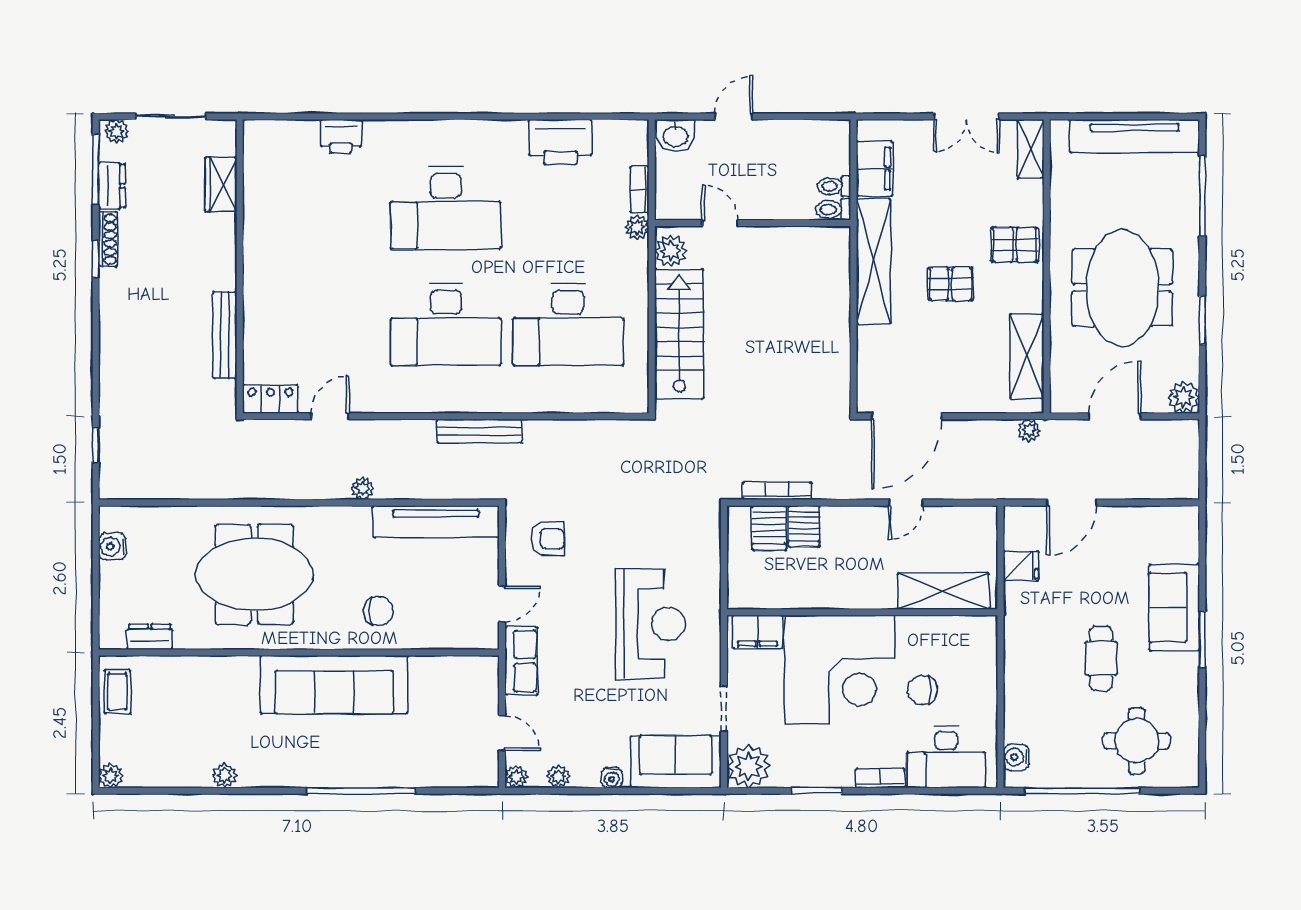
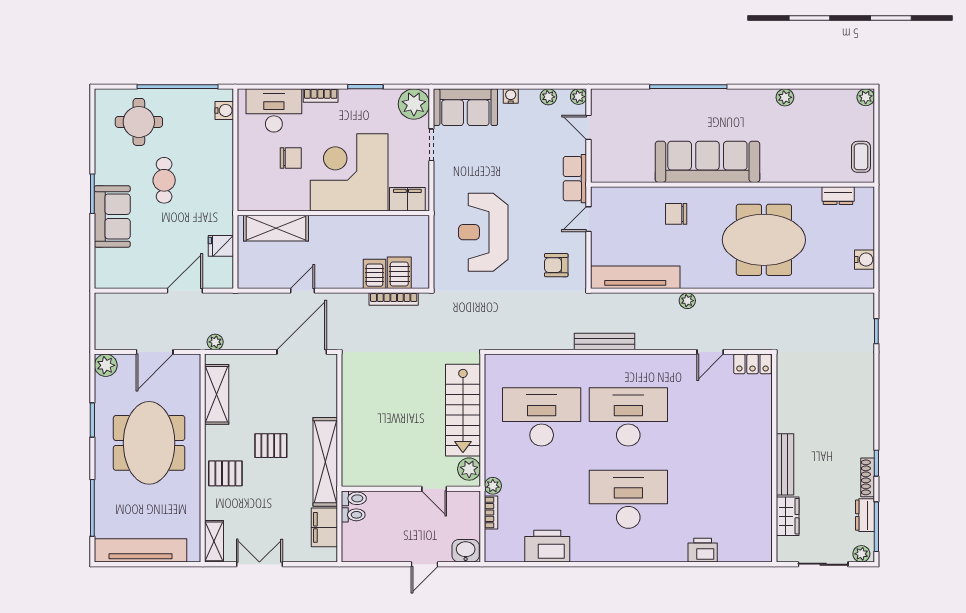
bench: (225, 335) -> (785, 464), moved
reception desk: (650, 624) -> (483, 232), moved

